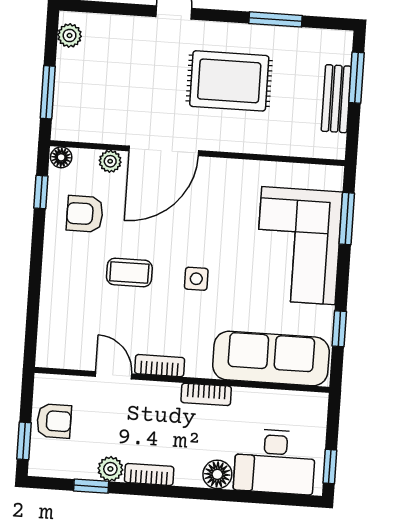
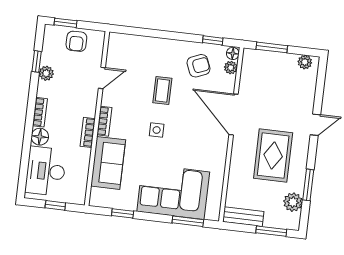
plant: (306, 44) -> (293, 202), added
bench: (336, 99) -> (243, 217), moved
plant: (110, 161) -> (231, 68), moved
armchair: (85, 214) -> (198, 66), turned 68
sofa: (271, 358) -> (108, 163), width x0.73
bookcase: (160, 366) -> (104, 121), moved
window: (330, 466) -> (55, 205), moved
bookcase: (149, 474) -> (40, 112), moved

